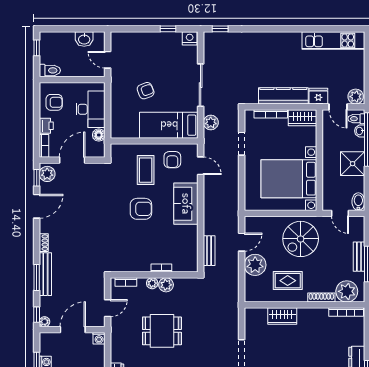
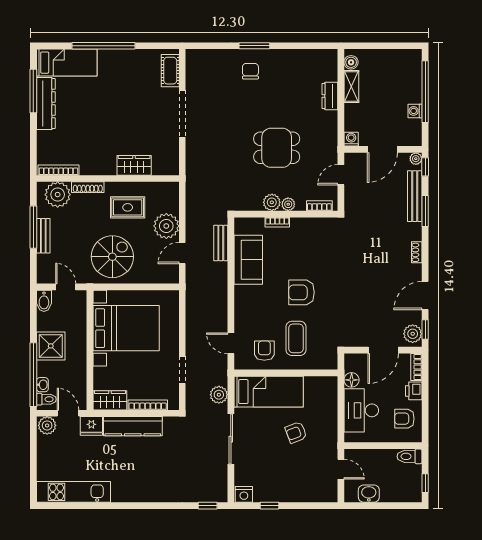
sofa: (186, 204) -> (248, 260), moved
bench: (45, 274) -> (415, 196), moved

